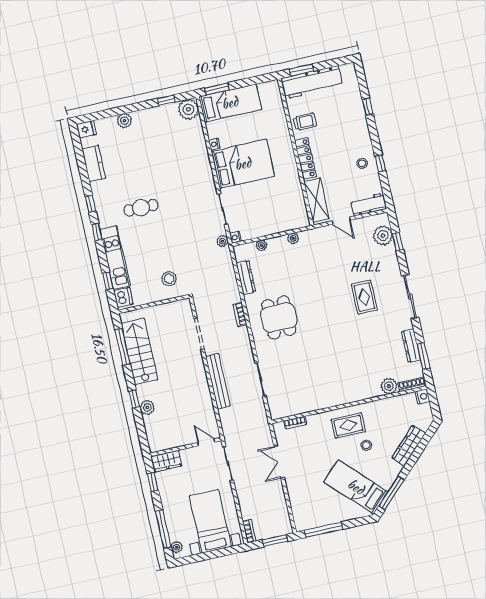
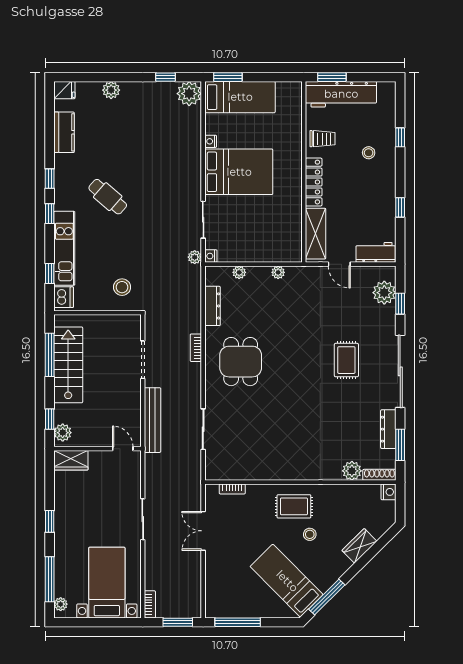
stool: (362, 163) -> (369, 153), moved
cafe table: (141, 208) -> (108, 197), turned 41
sliding door: (410, 297) -> (400, 371), width x1.36
door: (206, 442) -> (123, 449), moved
wardrobe: (409, 446) -> (359, 546), width x0.67
wall: (186, 447) -> (97, 449), moved
wardrobe: (166, 461) -> (71, 460), moved

